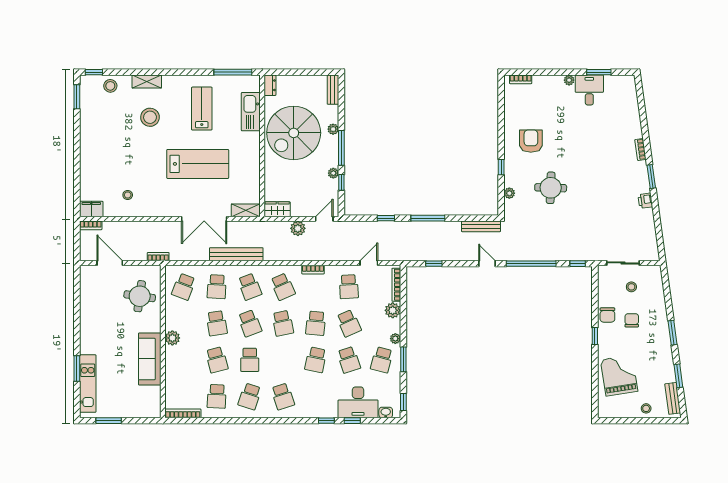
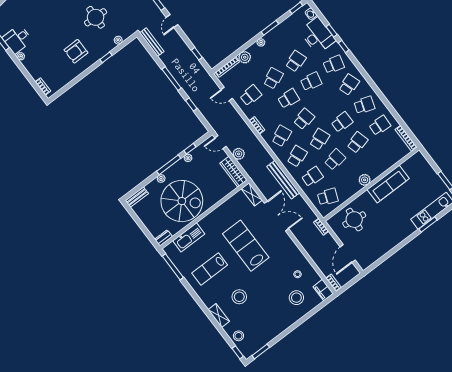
stool: (104, 175) -> (296, 298), added
wardrobe: (277, 209) -> (233, 172), width x1.50
school desk: (382, 360) -> (334, 64), moved

